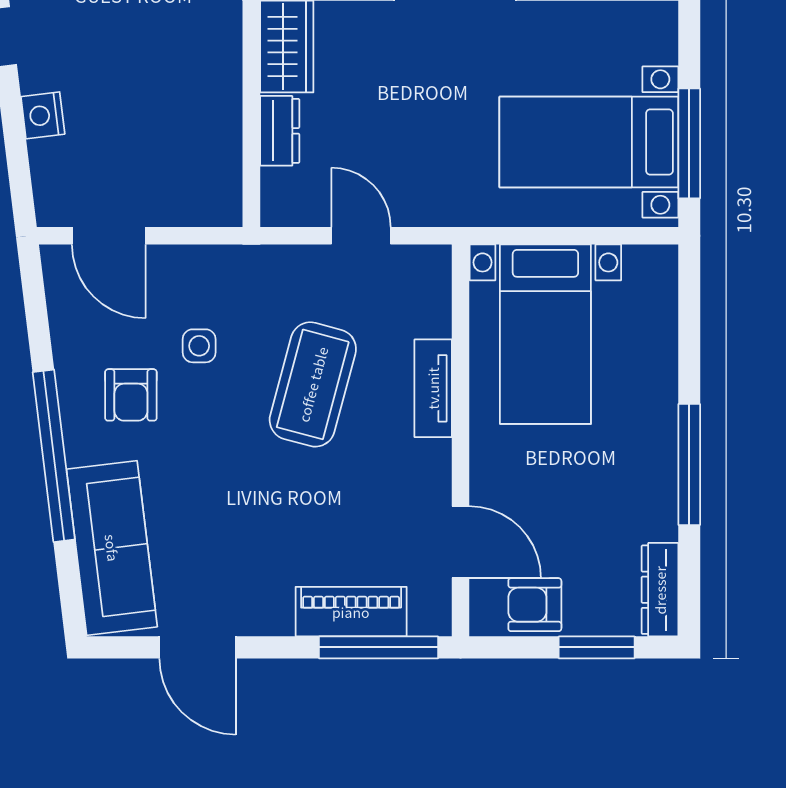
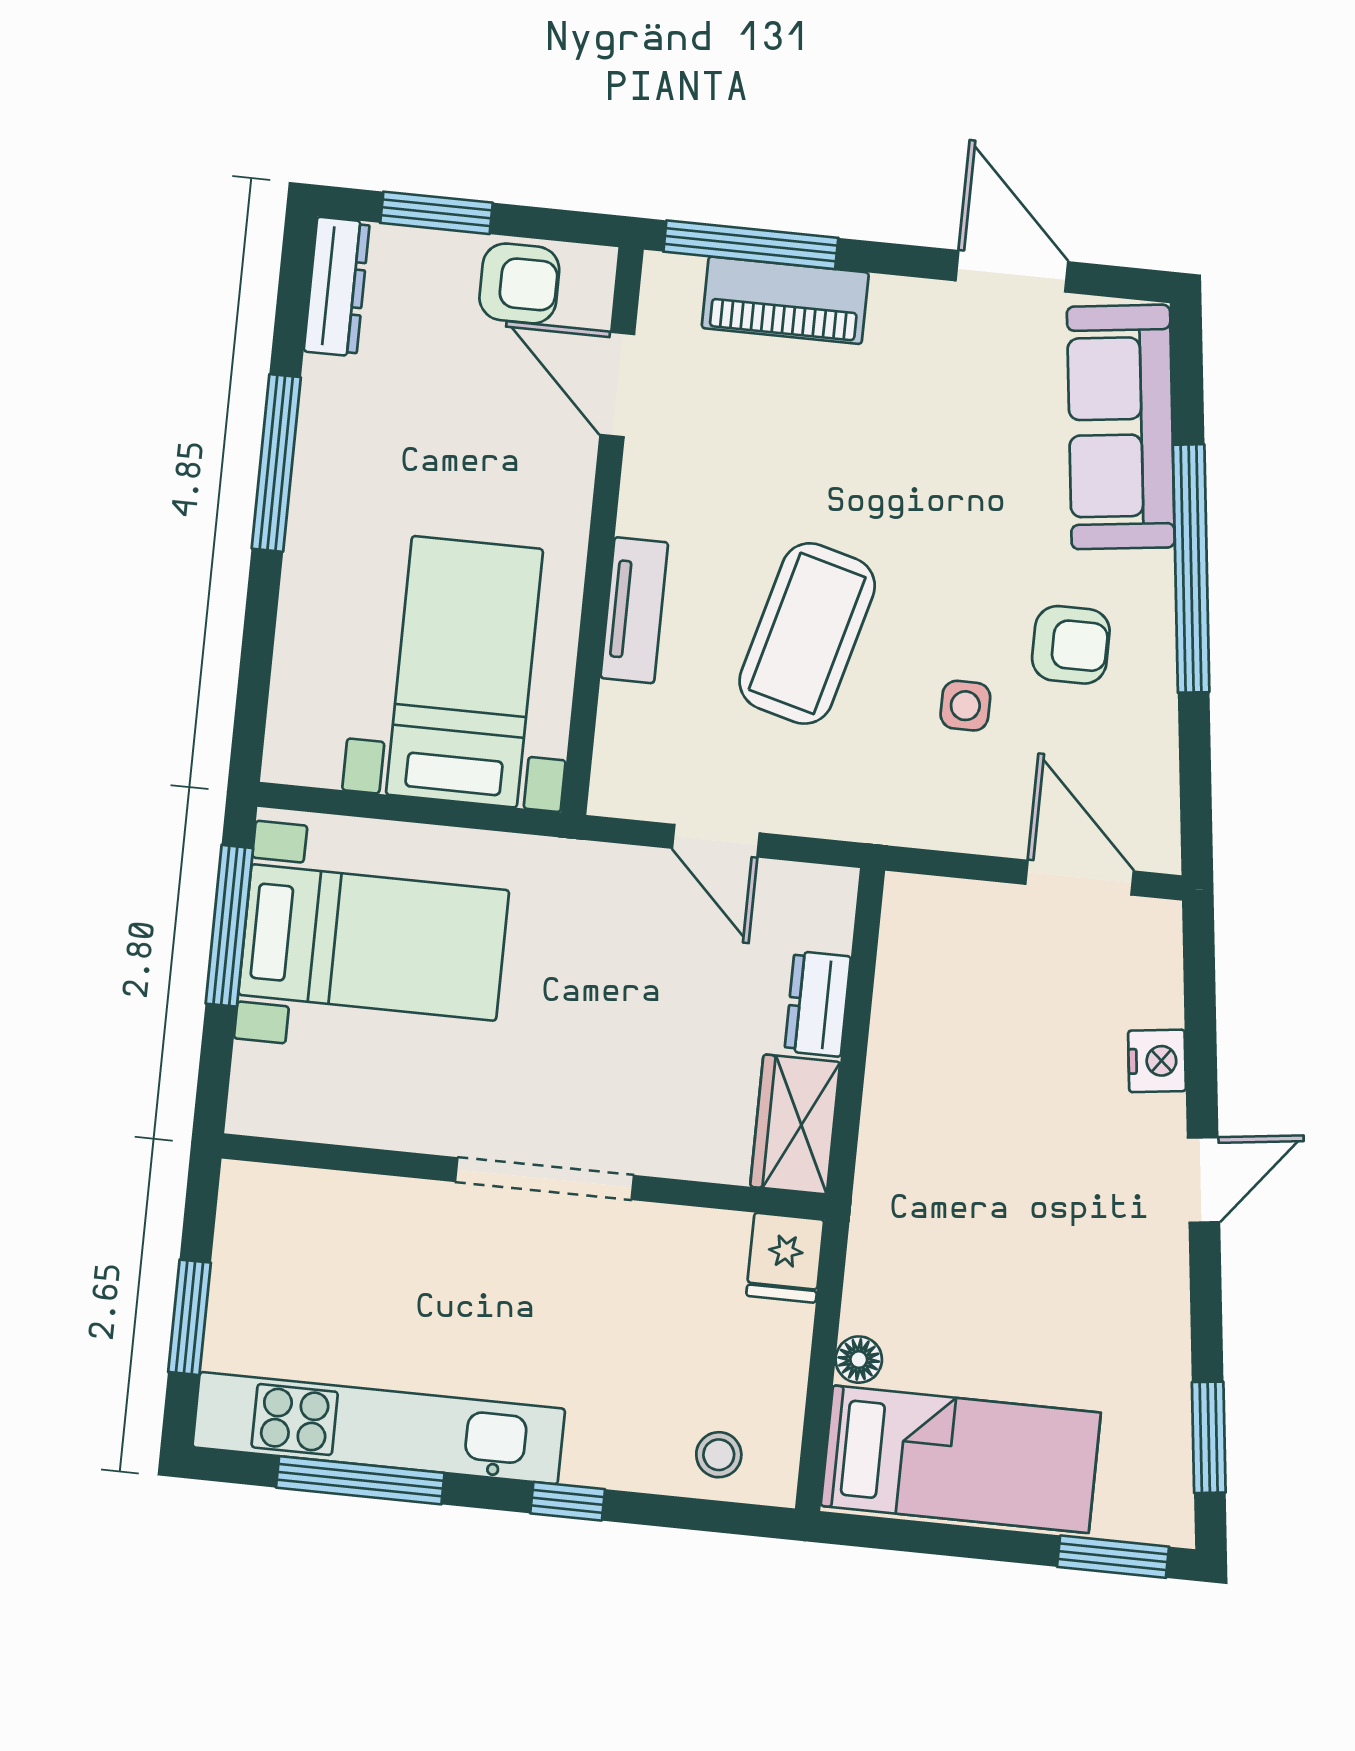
armchair: (131, 395) -> (1071, 645), turned 90

